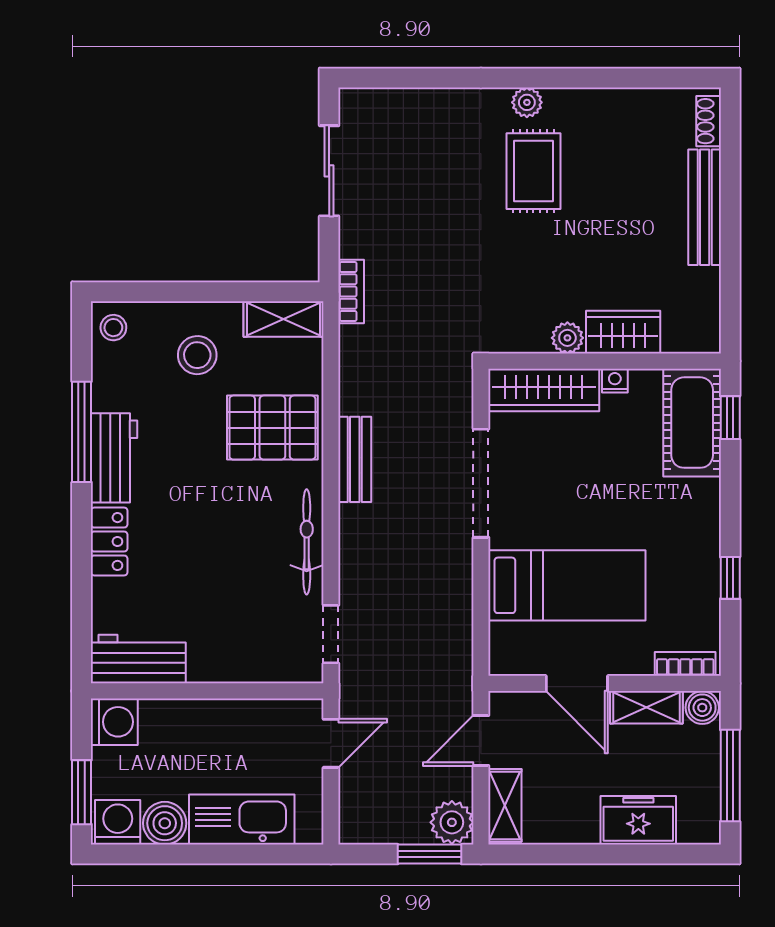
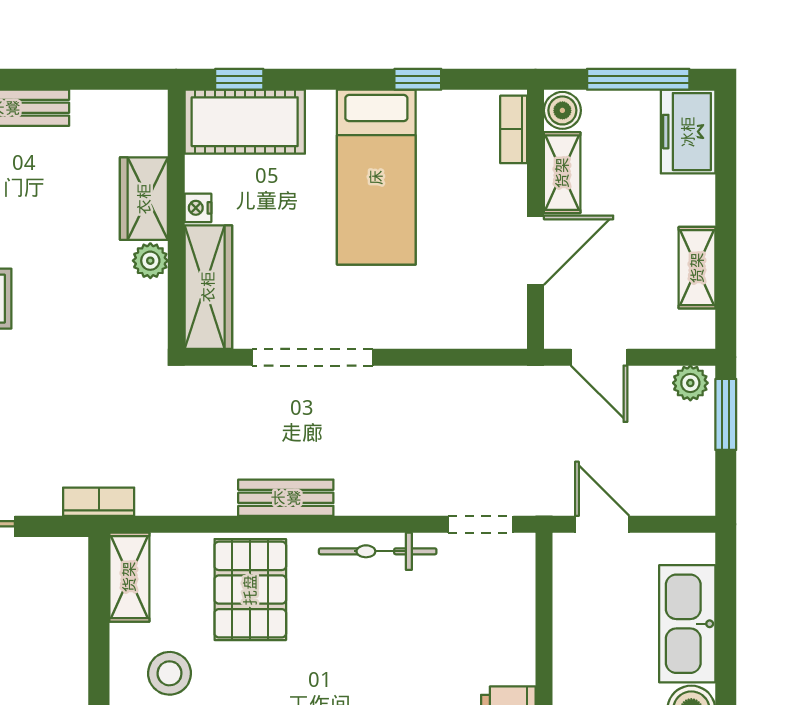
bed: (567, 585) -> (376, 177), moved, turned 180
shelving: (505, 805) -> (697, 268), moved, turned 90
freezer: (638, 820) -> (688, 132), moved
plant: (452, 822) -> (690, 383), width x0.73, depth x0.73

